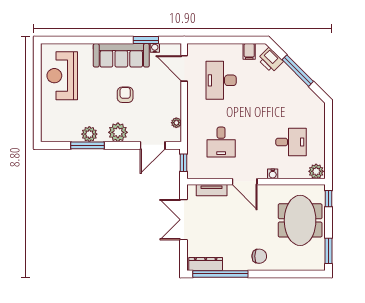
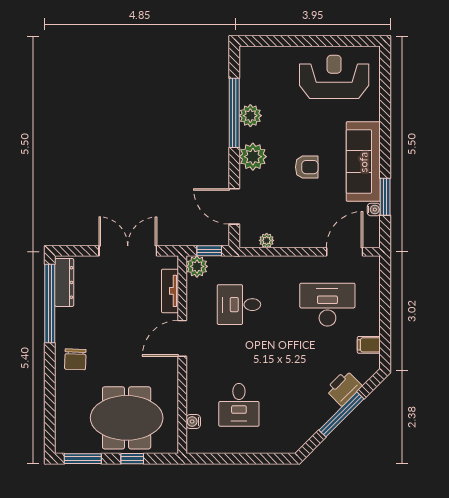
printer: (270, 60) -> (344, 388), moved
window: (87, 145) -> (234, 113), width x1.46
plant: (316, 171) -> (197, 266), moved
water cooler: (273, 174) -> (193, 421), moved
window: (329, 199) -> (132, 459), moved

